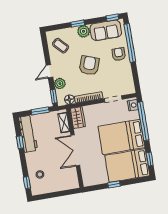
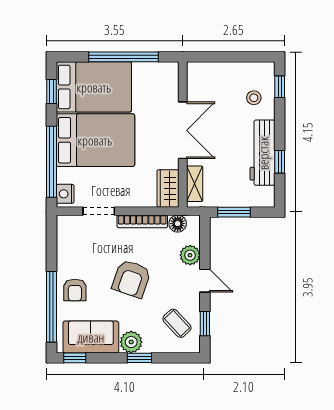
door: (49, 71) -> (205, 281), hinge flipped
window: (54, 96) -> (205, 324), moved
workbench: (28, 134) -> (263, 153), moved
window: (114, 184) -> (123, 57), width x3.17

